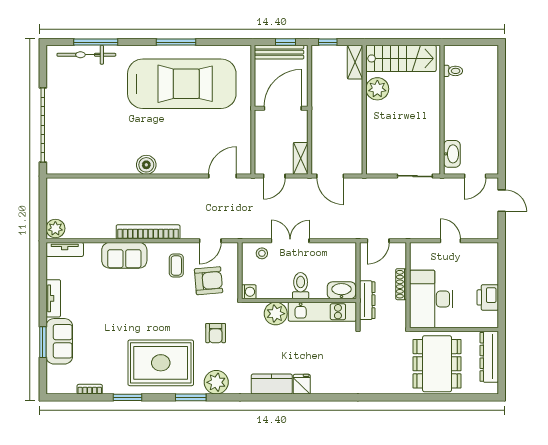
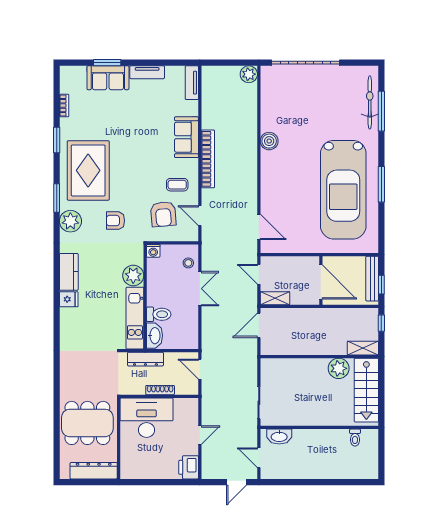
boiler: (146, 165) -> (269, 141), moved
plant: (55, 228) -> (249, 74), moved
toilet: (301, 286) -> (159, 314), moved
printer: (488, 297) -> (189, 467), moved, turned -90

